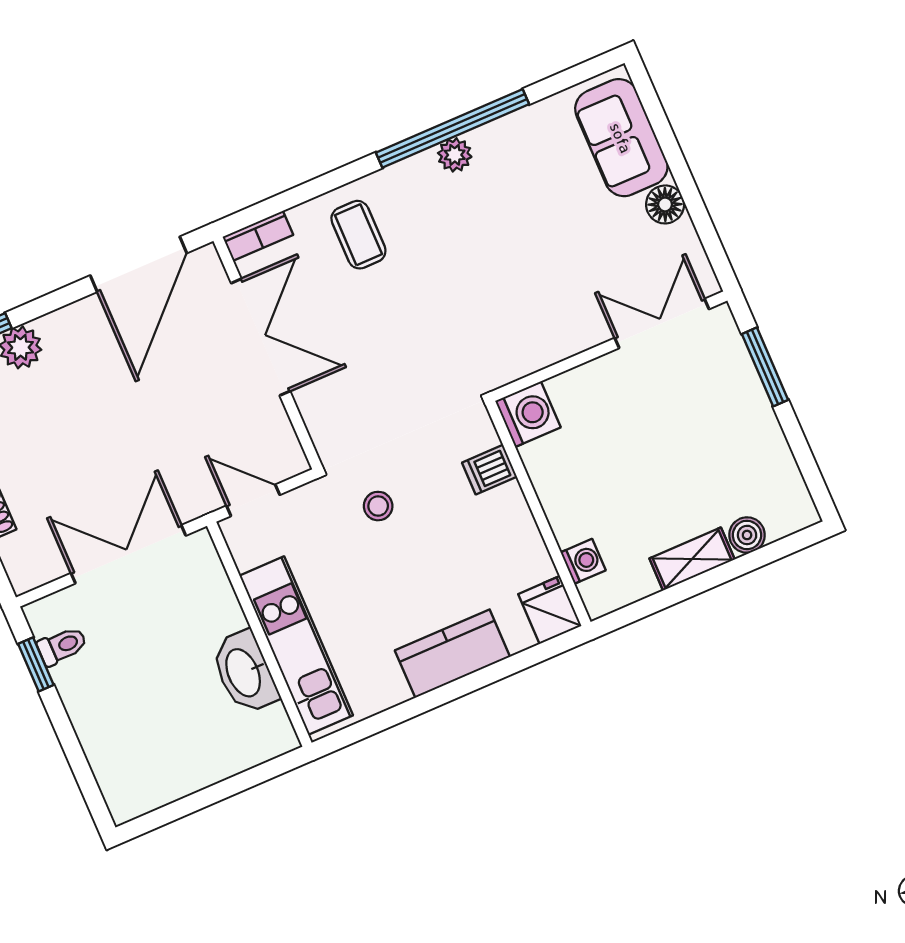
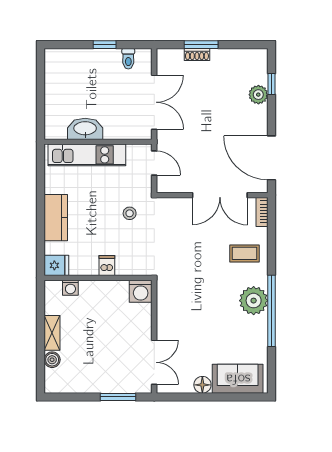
plant: (455, 155) -> (254, 301), width x1.87, depth x1.87
dishwasher: (489, 470) -> (107, 266), moved
door: (253, 500) -> (154, 163), hinge flipped
window: (36, 664) -> (105, 45), moved

